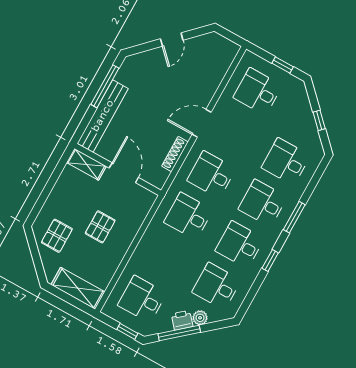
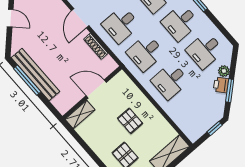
bench: (103, 116) -> (36, 75), moved
desk: (142, 299) -> (170, 81), moved
window: (179, 333) -> (230, 91), width x0.69

